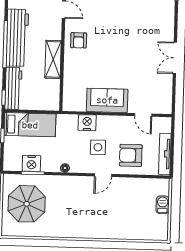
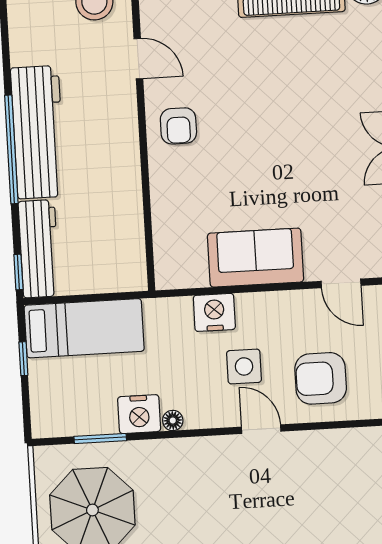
shelving: (53, 59) -> (124, 174), removed
nightstand: (31, 163) -> (139, 414), moved
door: (103, 175) -> (261, 429), swing flipped

